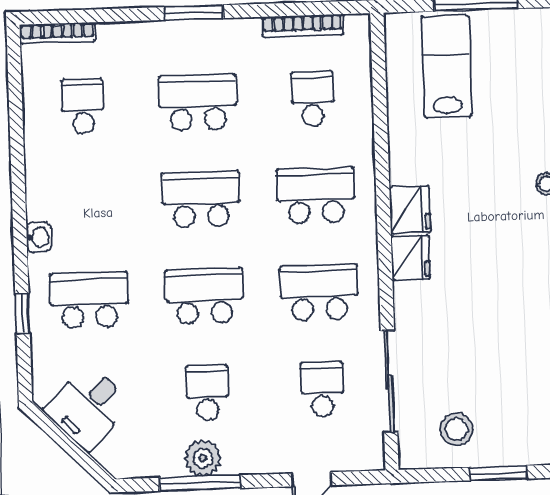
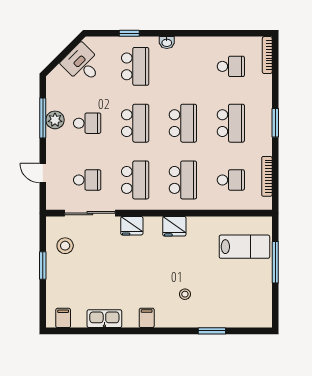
fridge: (411, 258) -> (132, 226), moved

